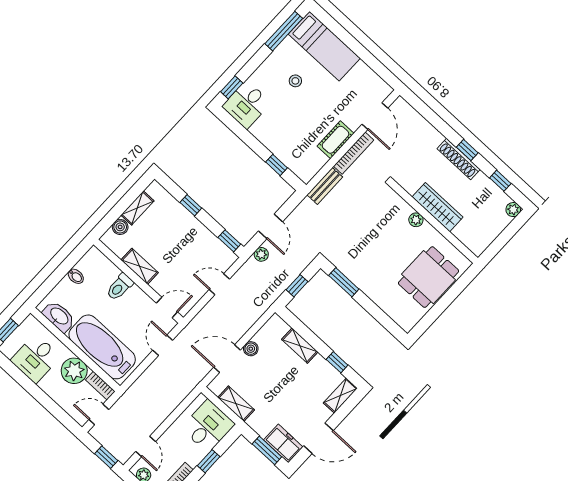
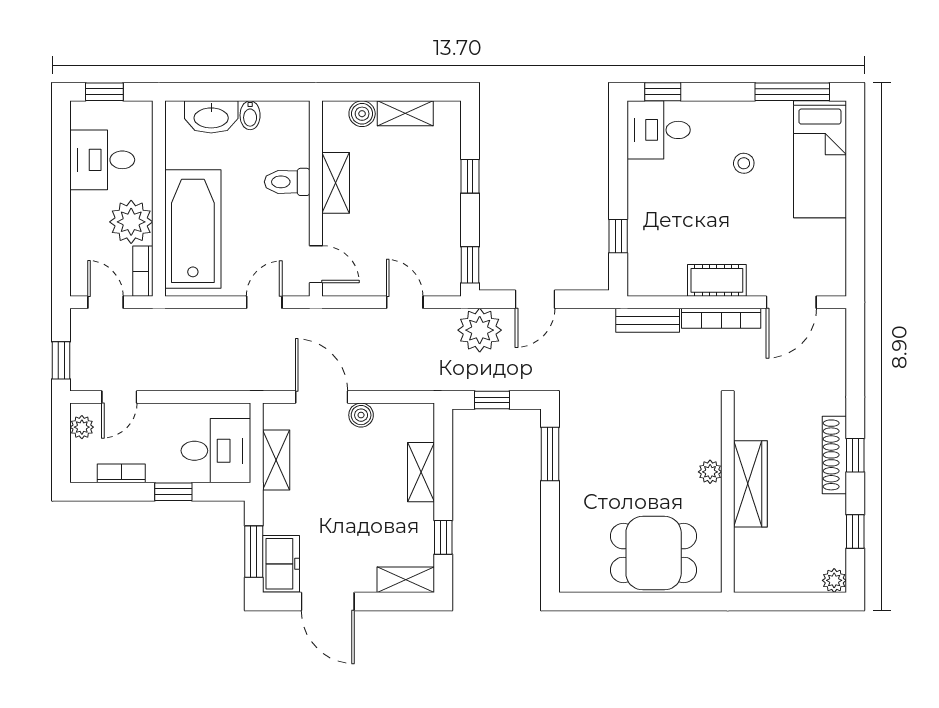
plant: (261, 254) -> (480, 330), width x1.88, depth x1.88
washbasin: (59, 316) -> (211, 117), moved, turned 90

